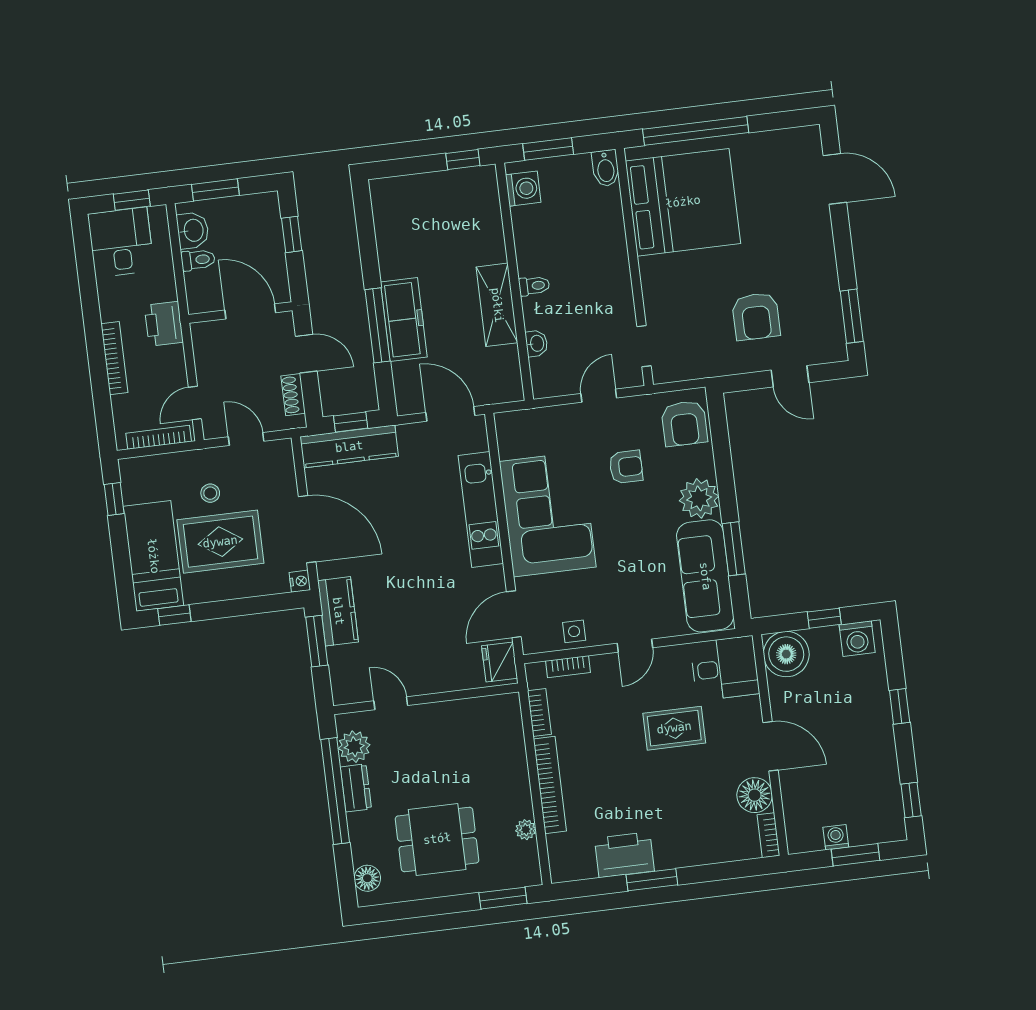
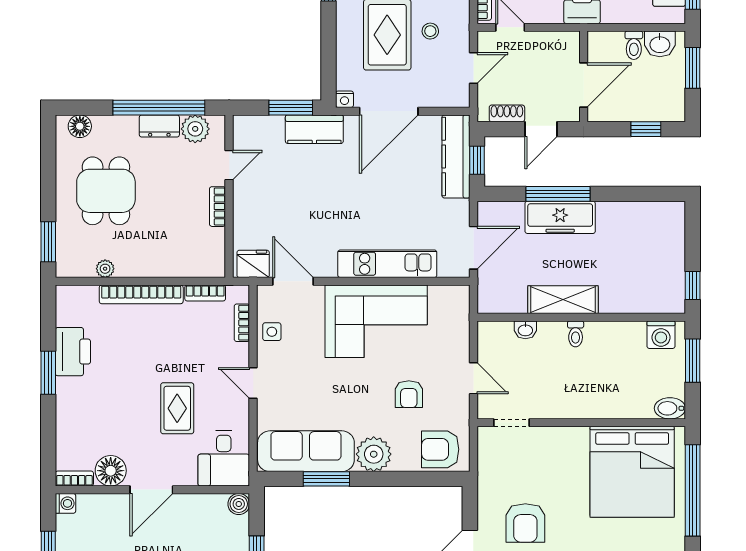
armchair: (756, 316) -> (525, 523), turned -90
boiler: (786, 654) -> (239, 504), width x0.54, depth x0.54
bookcase: (439, 711) -> (217, 207), added
washing machine: (836, 837) -> (65, 503), moved

